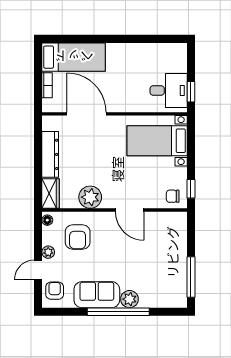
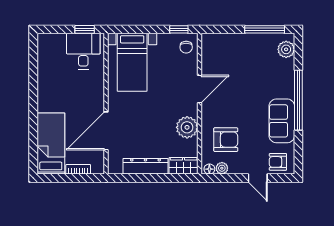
plant: (48, 252) -> (222, 168), moved
plant: (129, 299) -> (286, 49), moved

